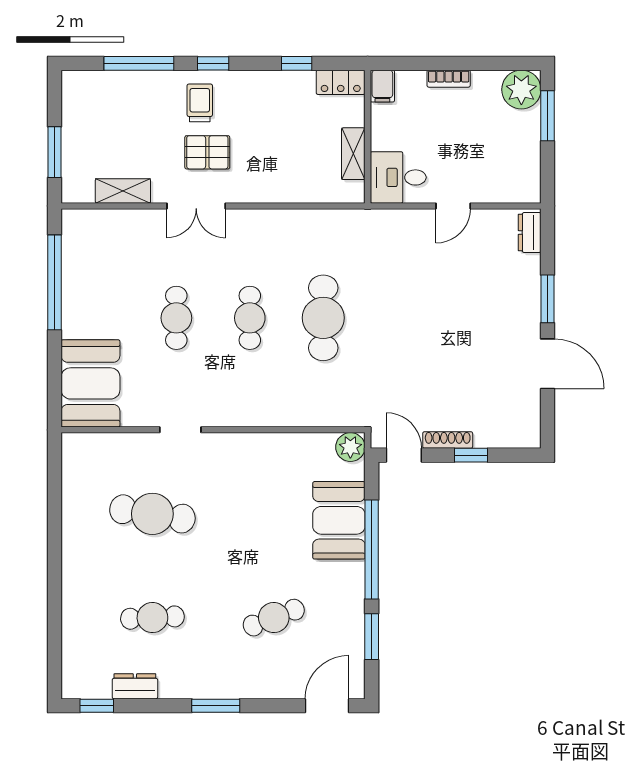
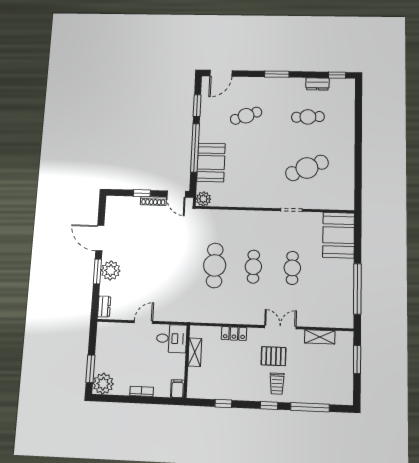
locker: (341, 82) -> (234, 334), moved, turned 180
plant: (522, 302) -> (111, 270), added
cafe table: (152, 514) -> (307, 168), turned -33

